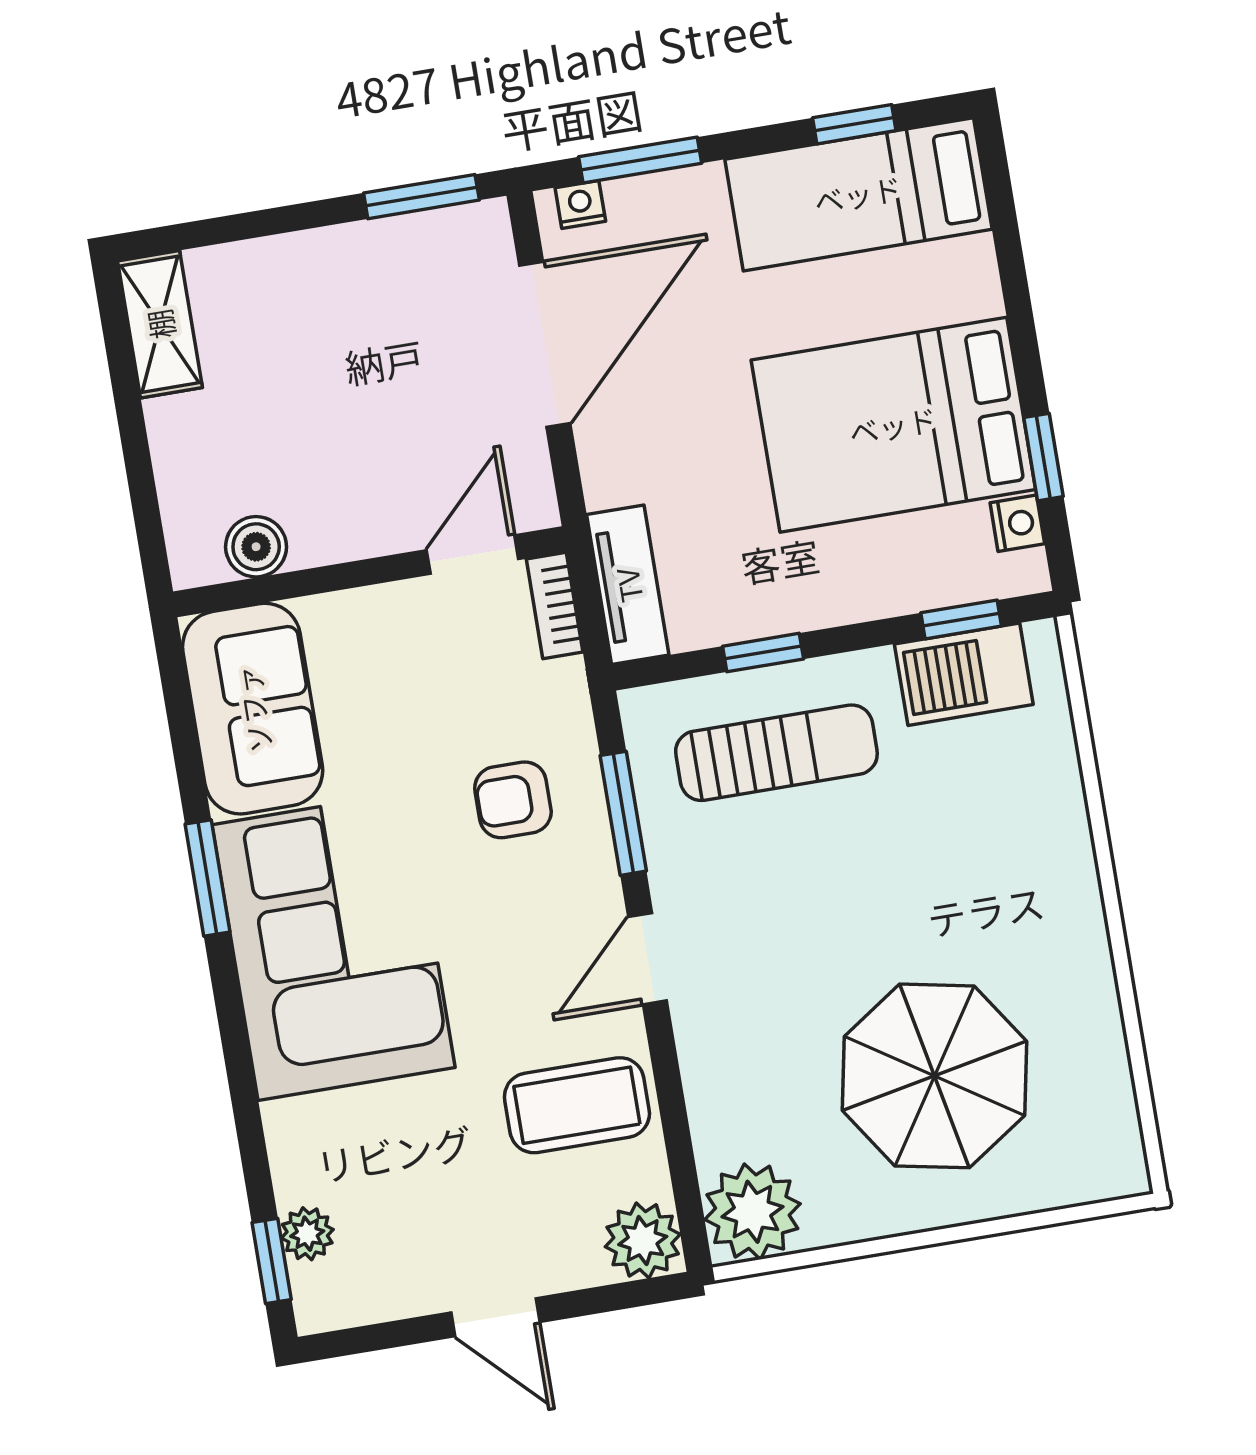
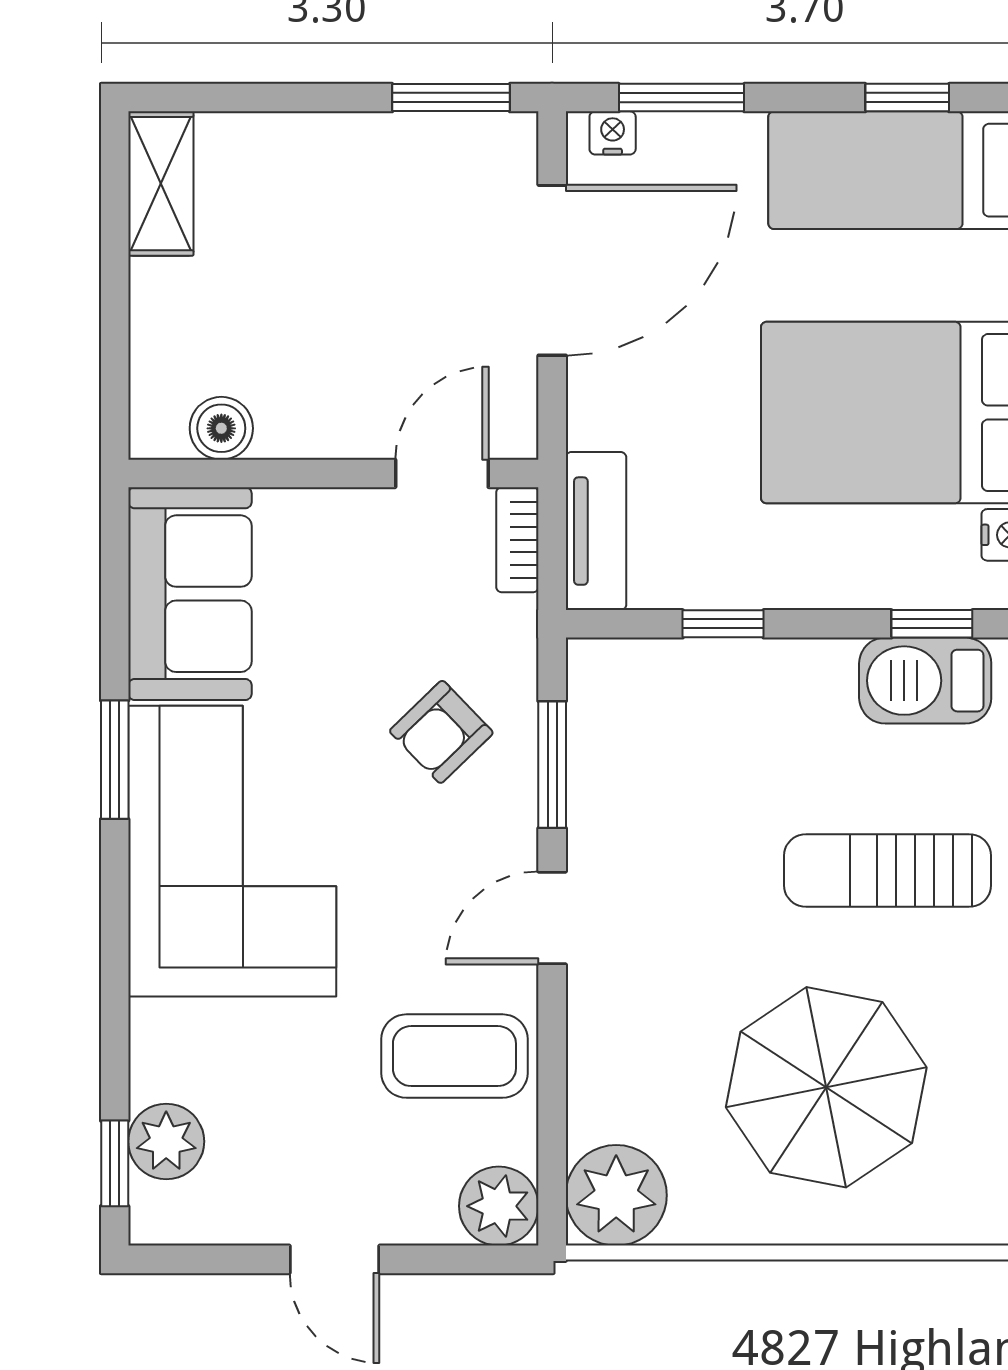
sun lounger: (776, 753) -> (888, 870), moved, turned 180
armchair: (513, 800) -> (441, 732), turned -44
plant: (307, 1234) -> (166, 1141), width x1.38, depth x1.38

